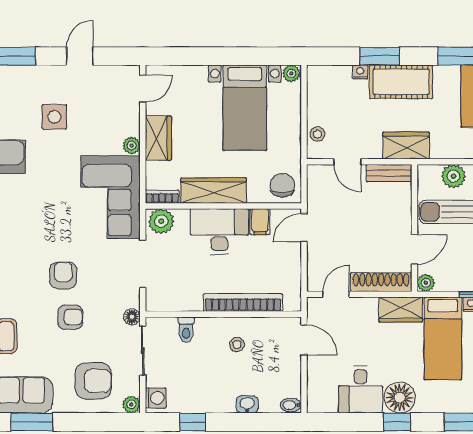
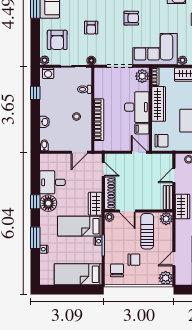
plant: (453, 176) -> (166, 219), moved
armchair: (63, 275) -> (131, 18), moved

